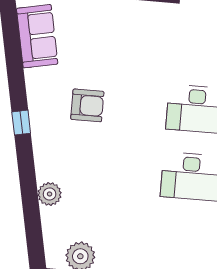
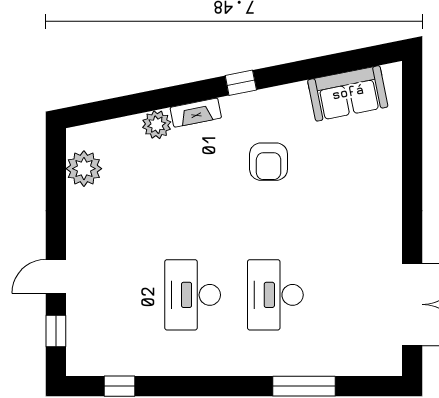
fireplace: (42, 161) -> (196, 113), added

